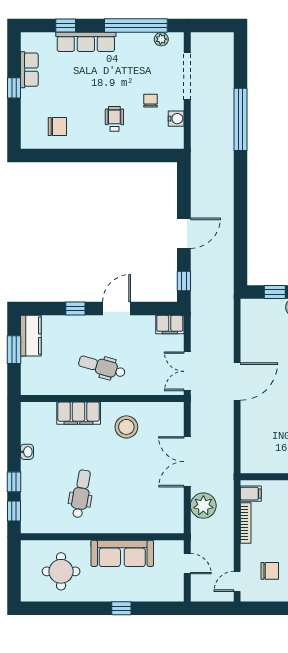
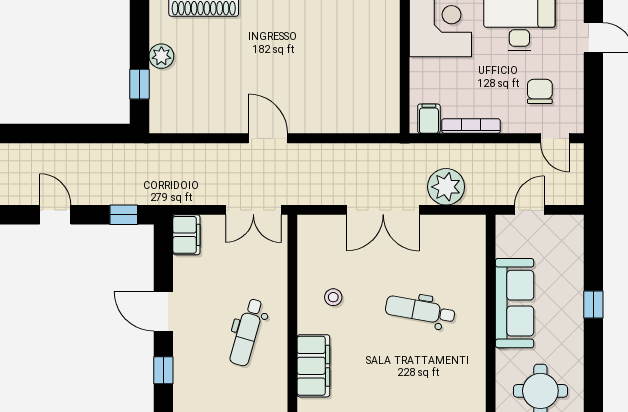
door: (184, 233) -> (55, 215), width x0.73
door: (237, 382) -> (268, 138), width x0.73
stool: (126, 427) -> (333, 297), width x0.53, depth x0.53
dental chair: (81, 494) -> (420, 310), moved

